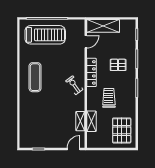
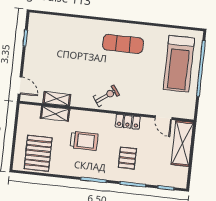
locker: (91, 72) -> (128, 122), width x0.66
pallet: (122, 130) -> (38, 153), turned 90

